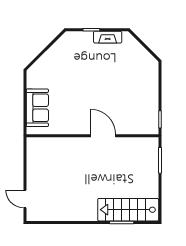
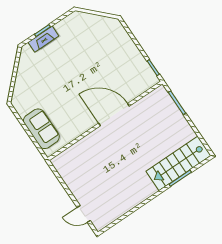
fireplace: (108, 37) -> (43, 39), moved
door: (103, 136) -> (114, 115), width x1.36

